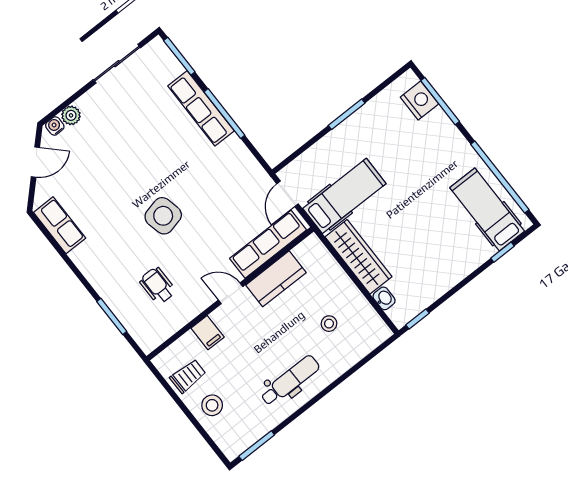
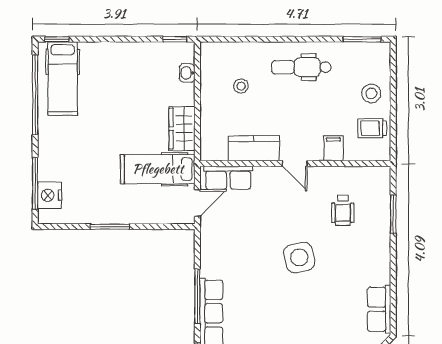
row of seats: (268, 244) -> (228, 178), width x0.68
window: (503, 252) -> (57, 39), moved
wardrobe: (358, 257) -> (182, 129), width x0.67

